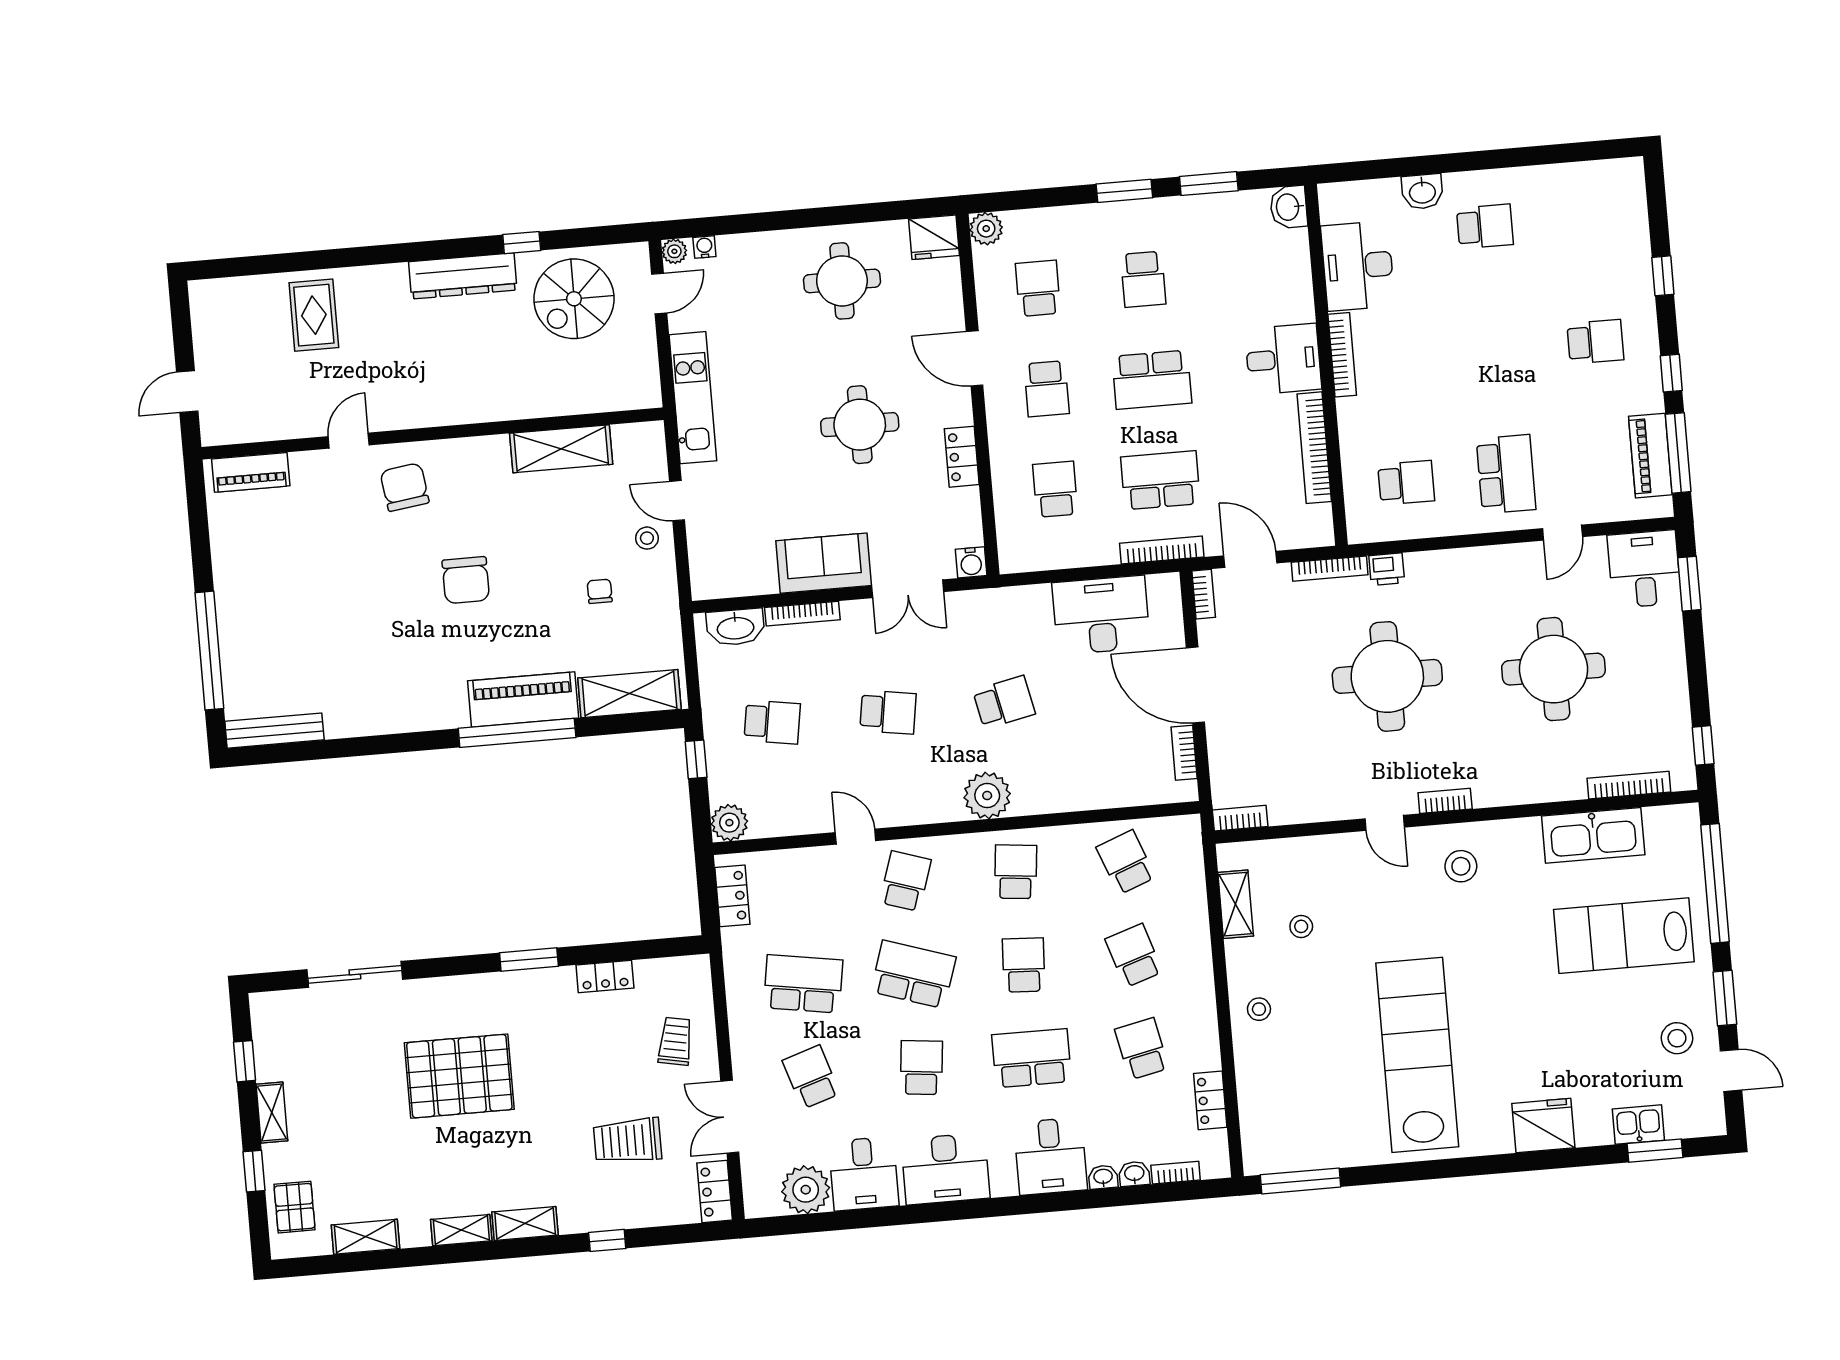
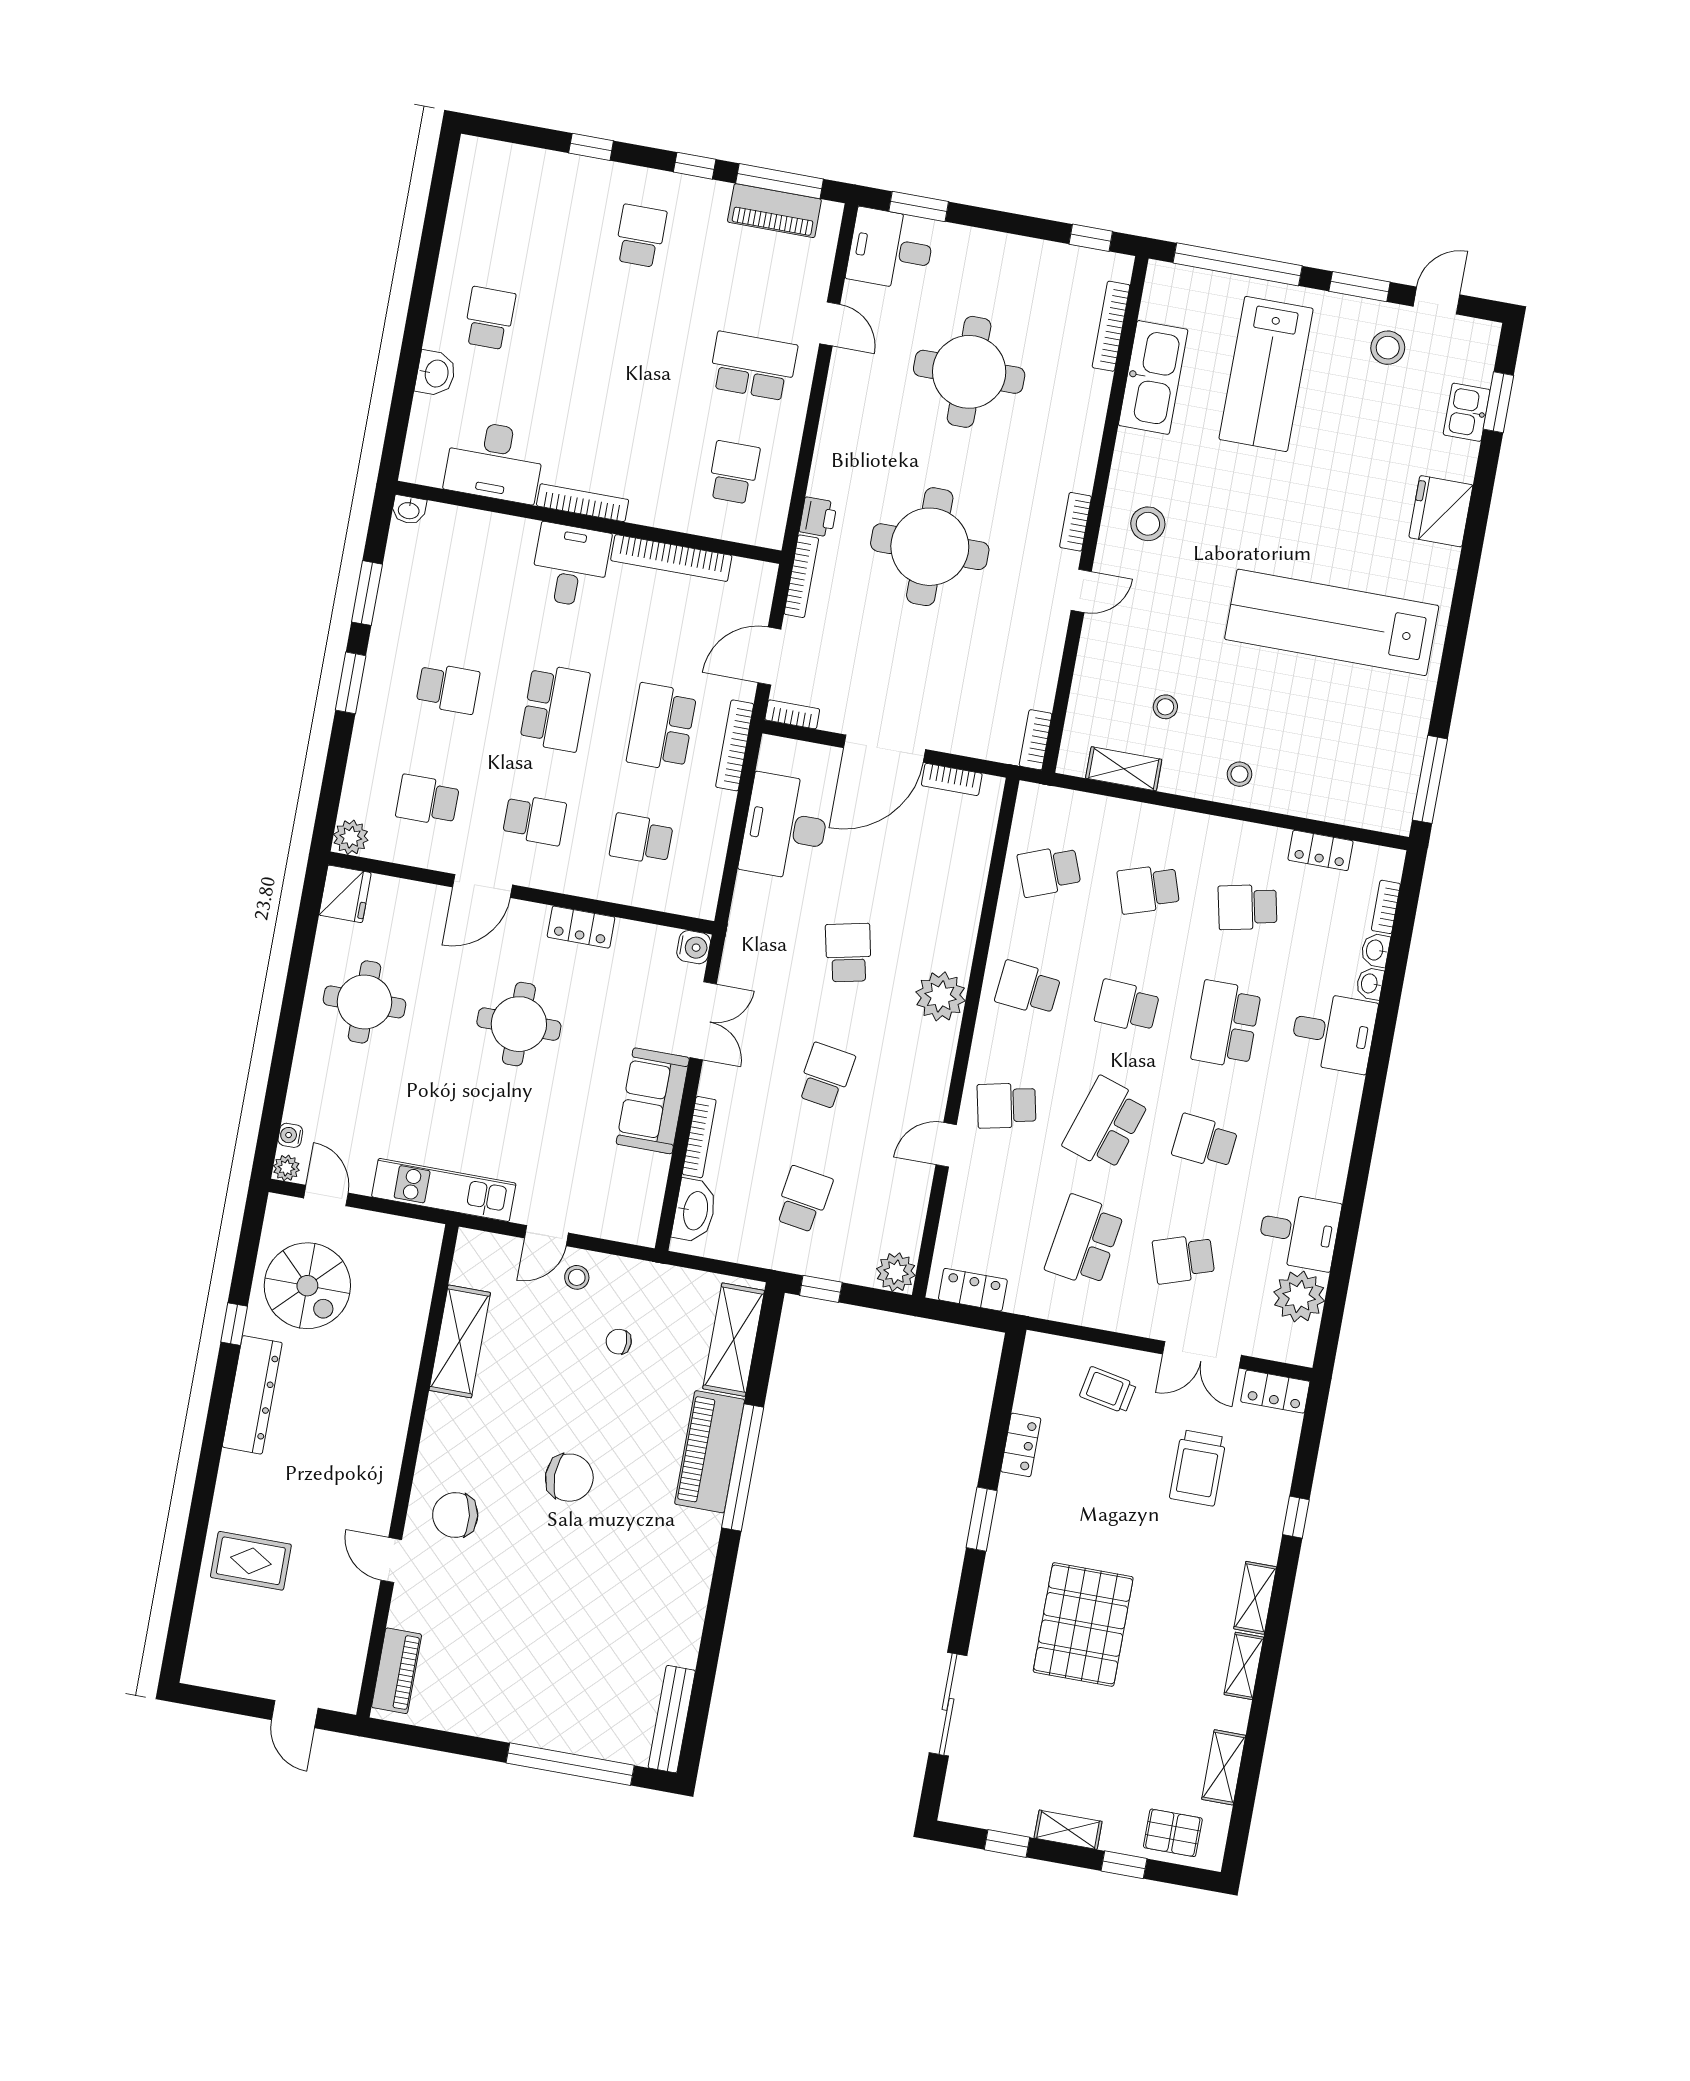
washbasin: (1289, 207) -> (409, 510), width x0.72, depth x0.69
school desk: (905, 881) -> (1007, 1106), turned -30
desk: (946, 1169) -> (1317, 1145), removed

